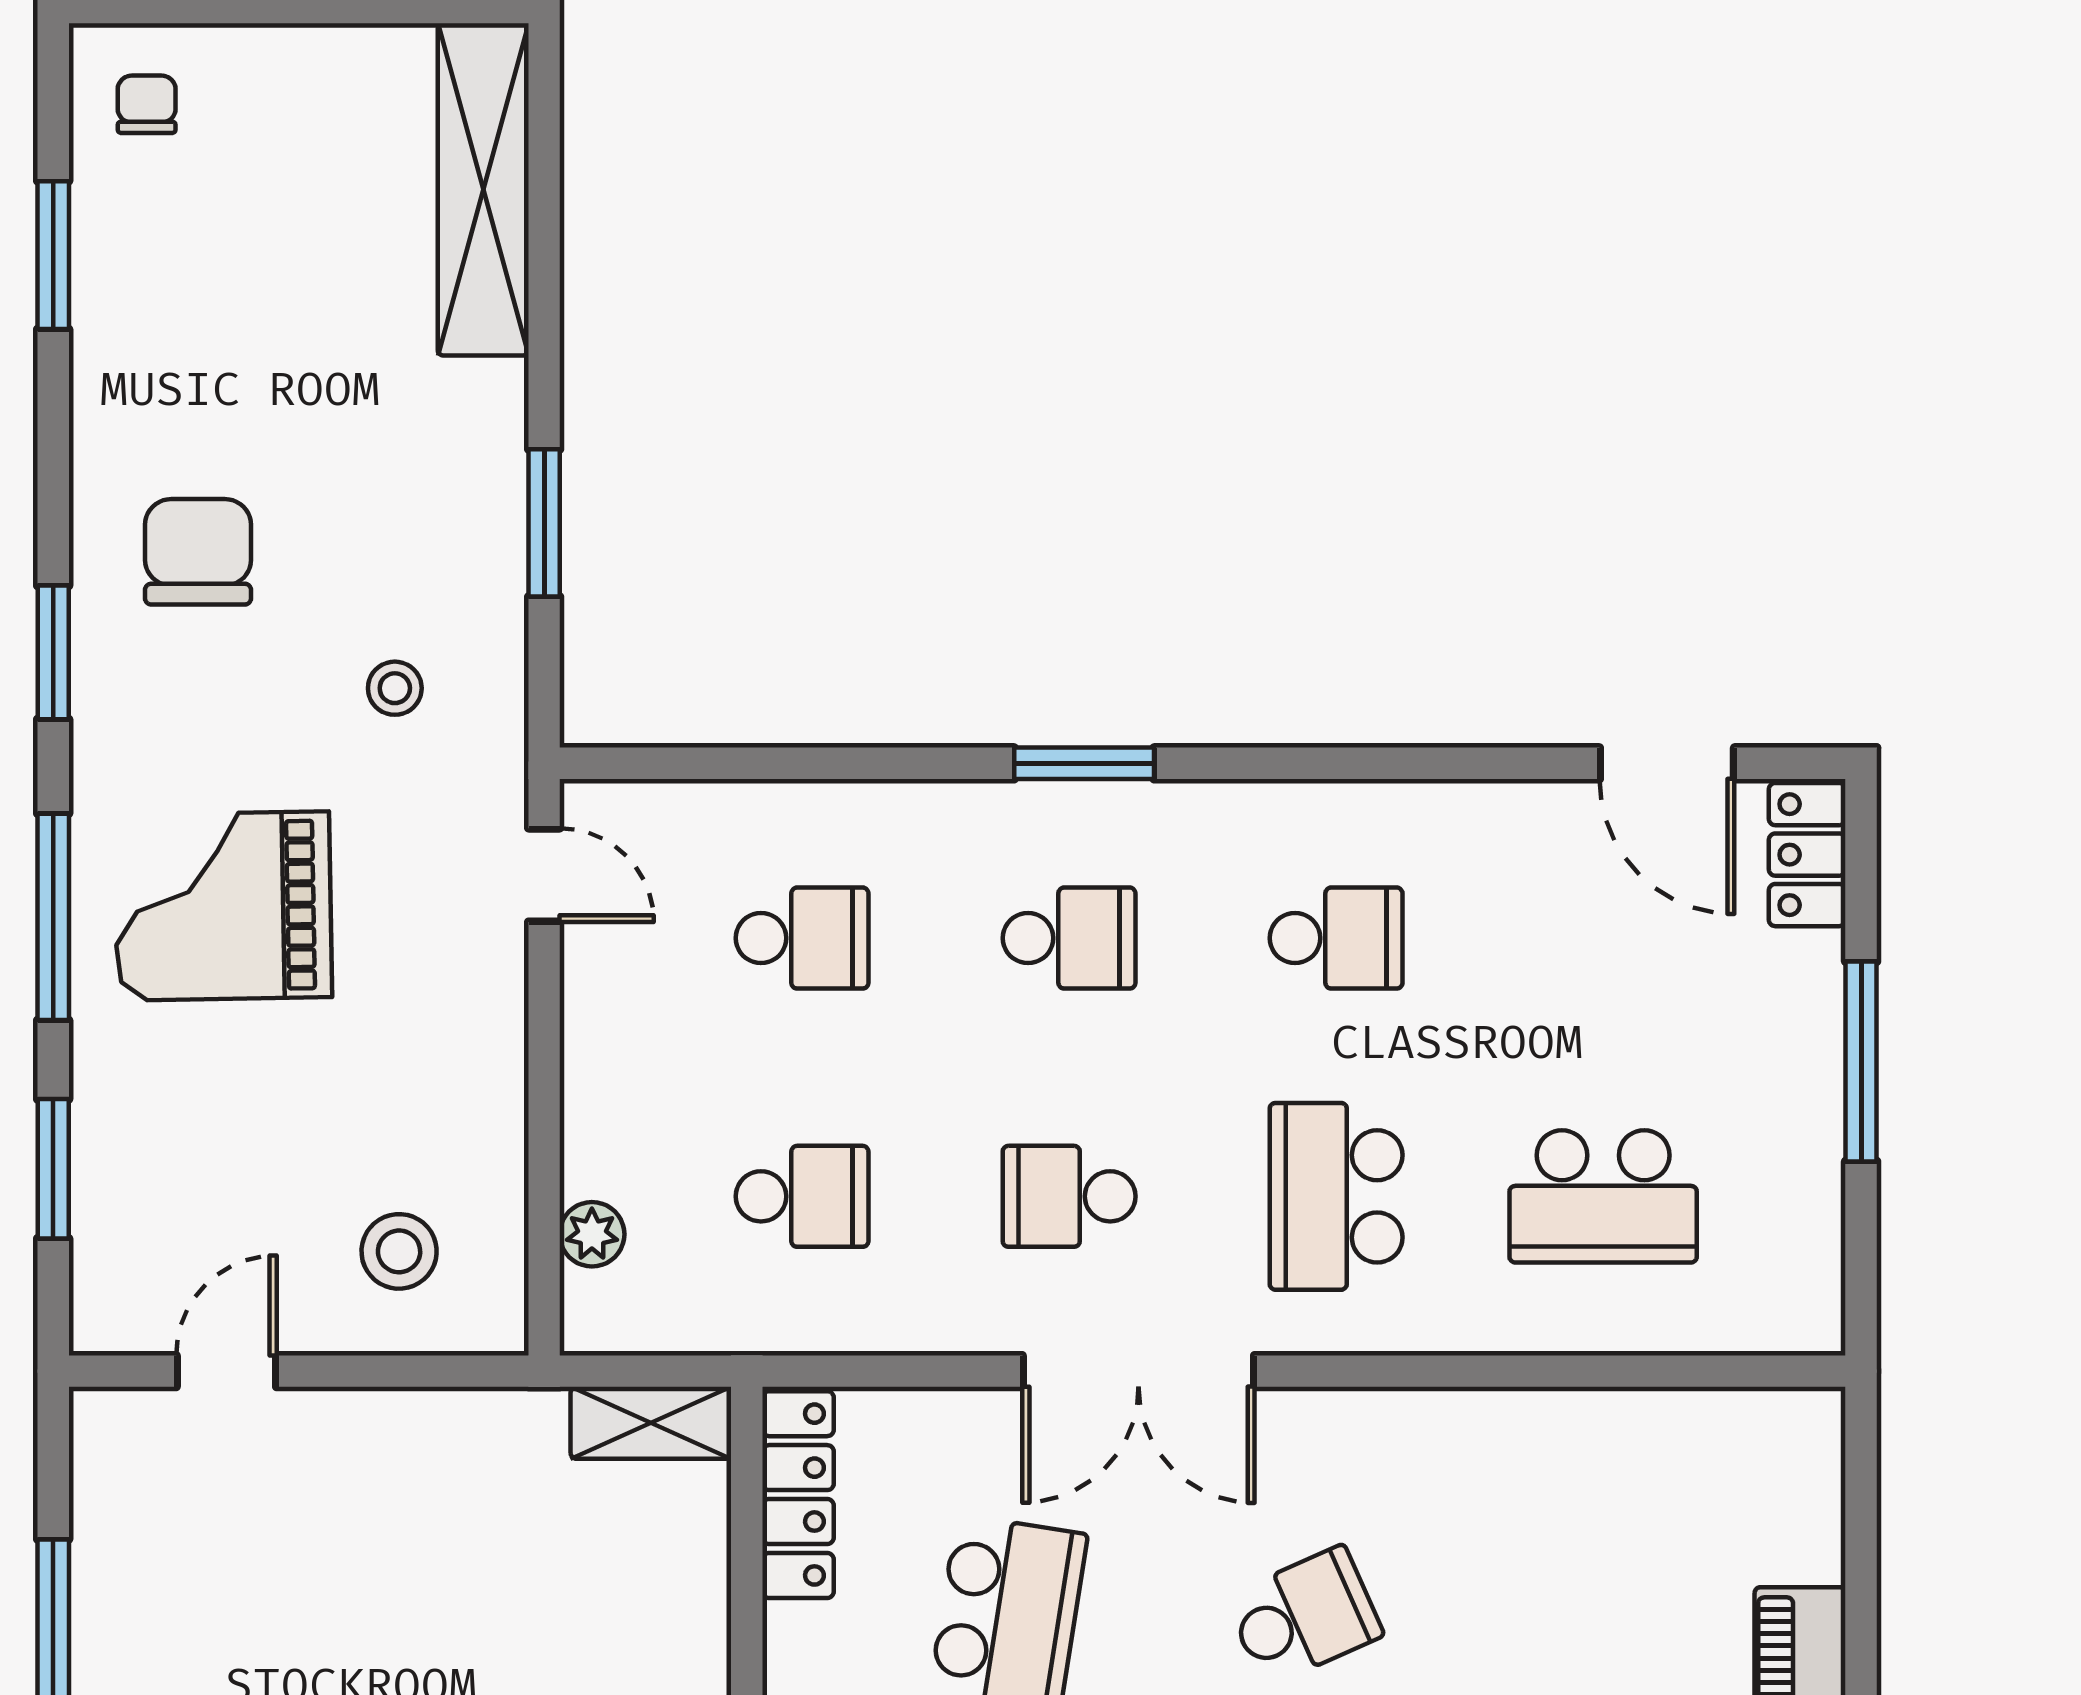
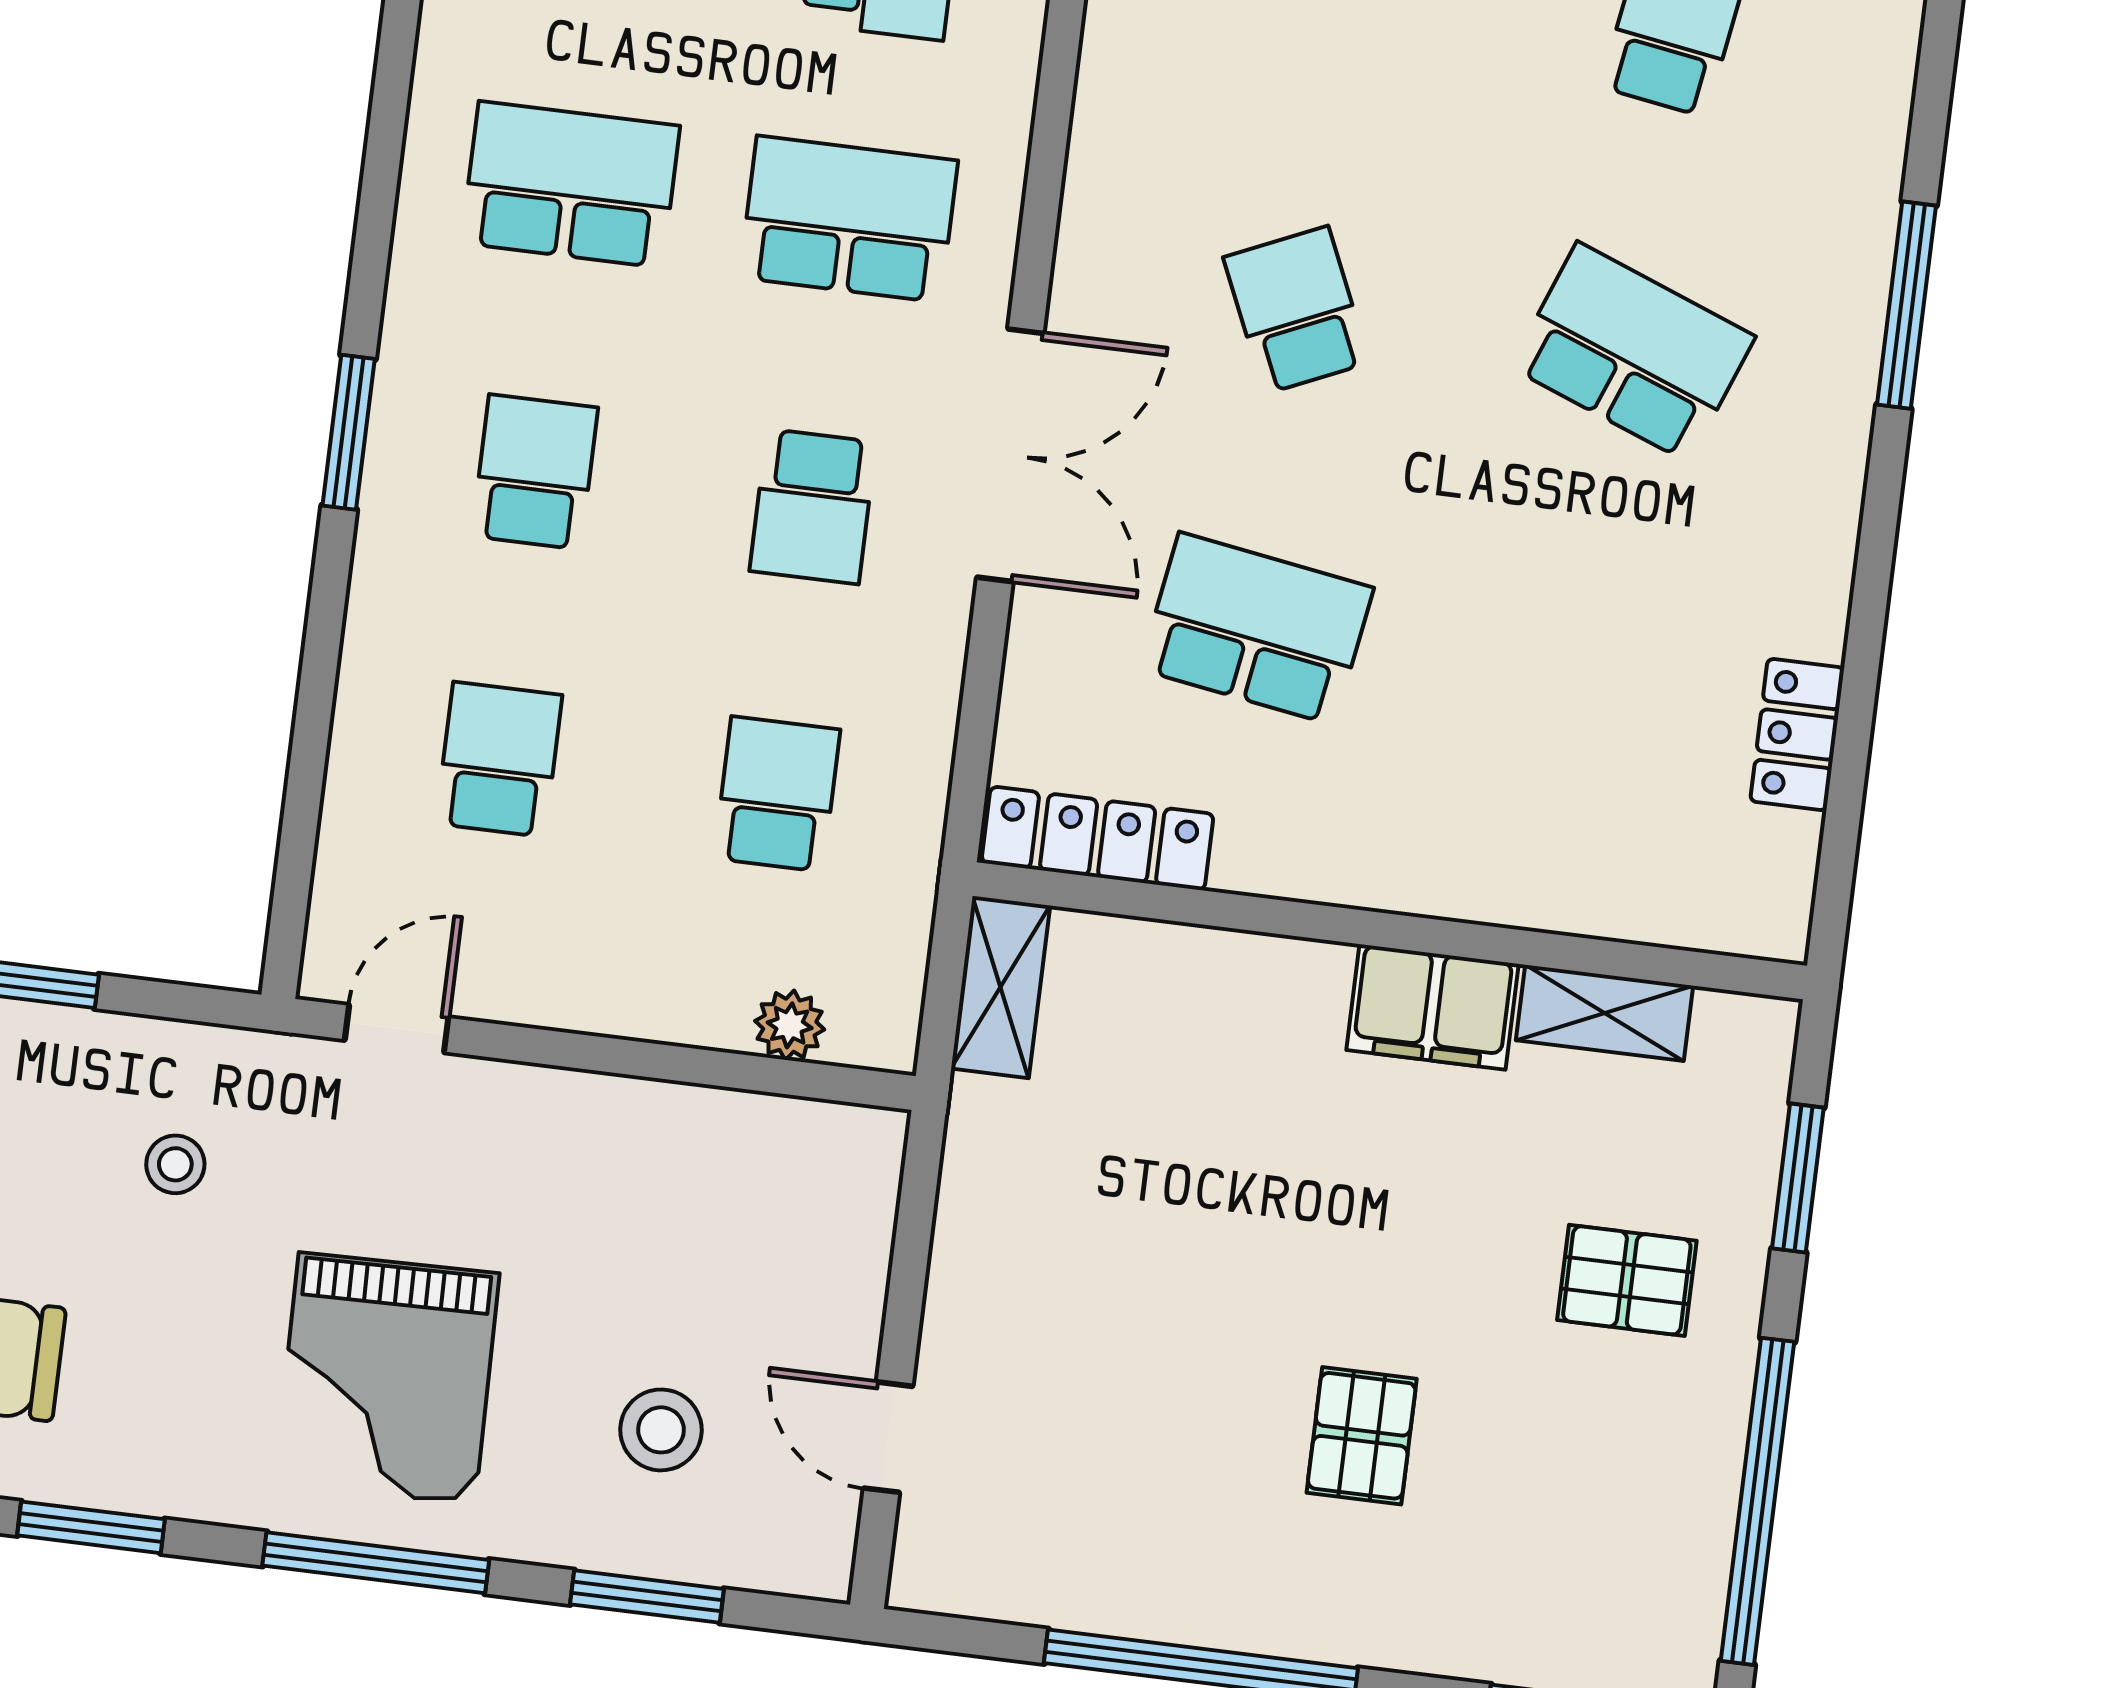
school desk: (1336, 938) -> (571, 184), width x1.85
school desk: (1336, 1196) -> (849, 219), turned 180
stool: (399, 1251) -> (661, 1430), moved

